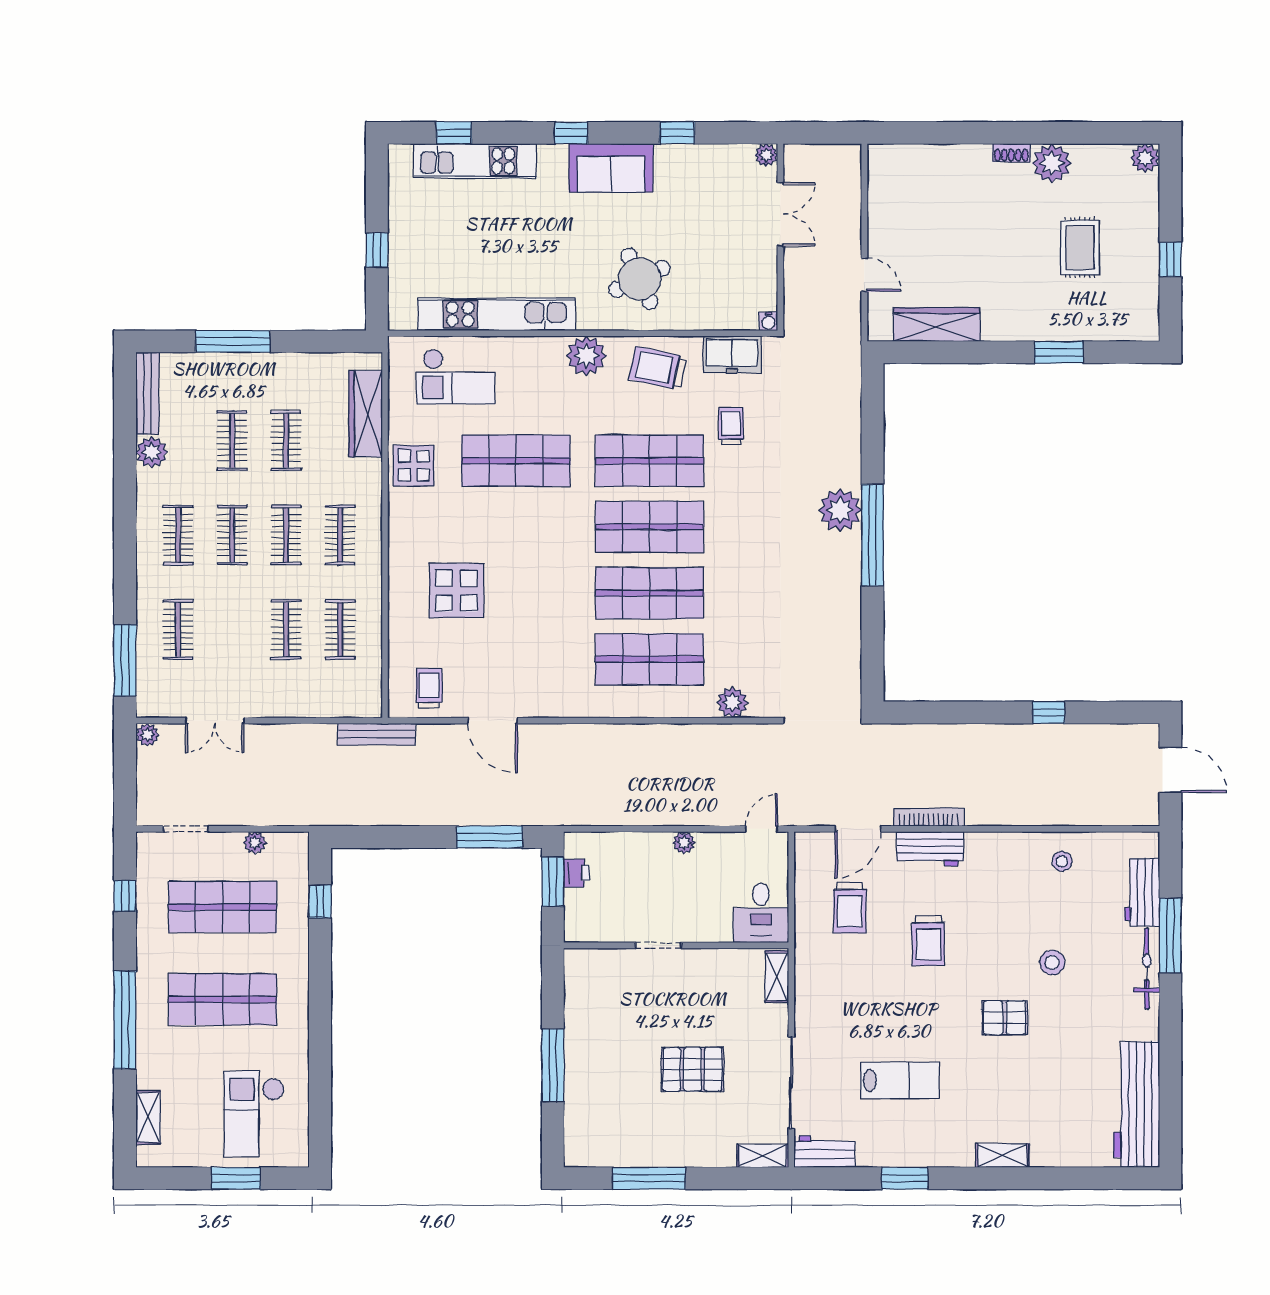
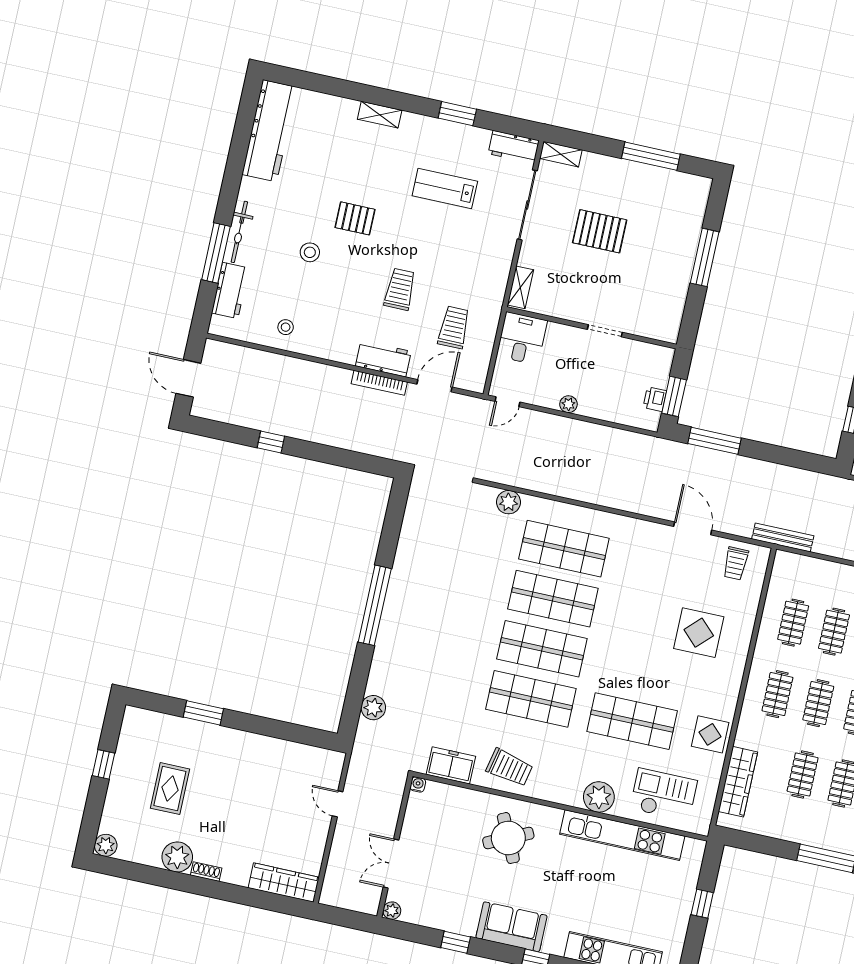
wardrobe: (936, 325) -> (284, 883), moved, turned 180
plant: (586, 356) -> (599, 797), moved
trolley: (731, 426) -> (464, 712), removed
plant: (840, 510) -> (373, 708), moved, width x0.73, depth x0.73

